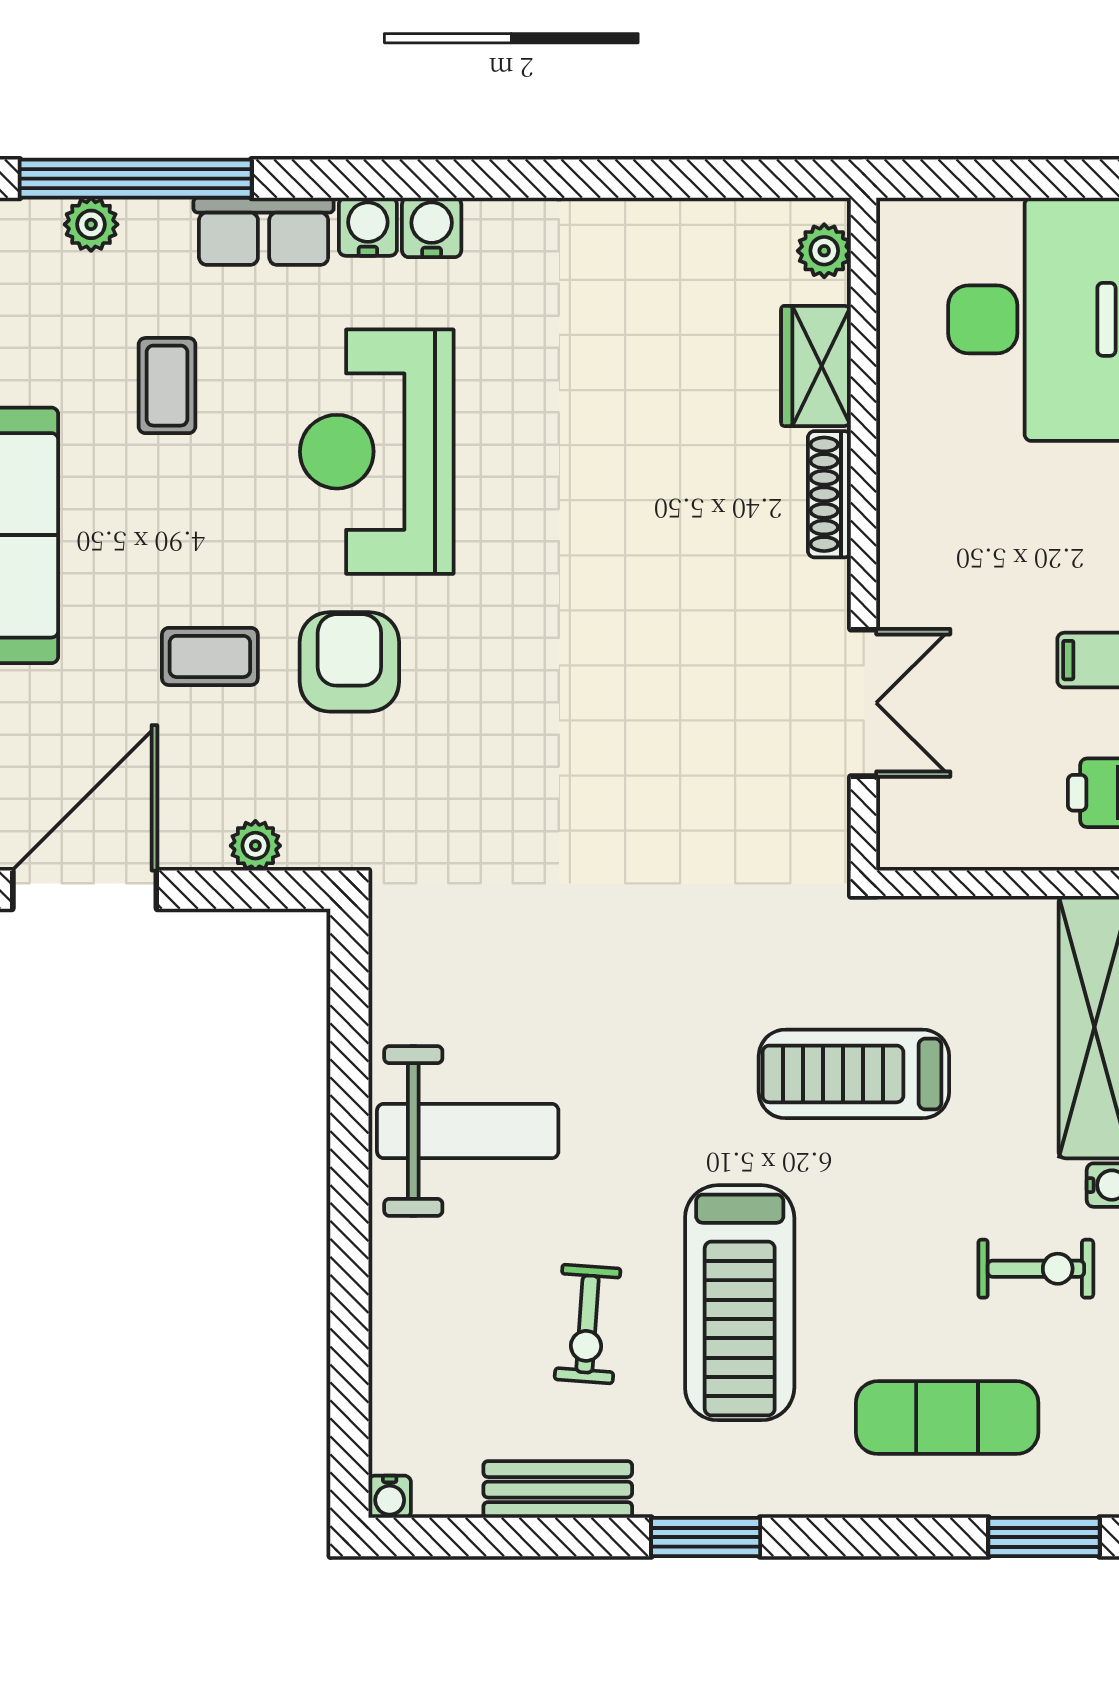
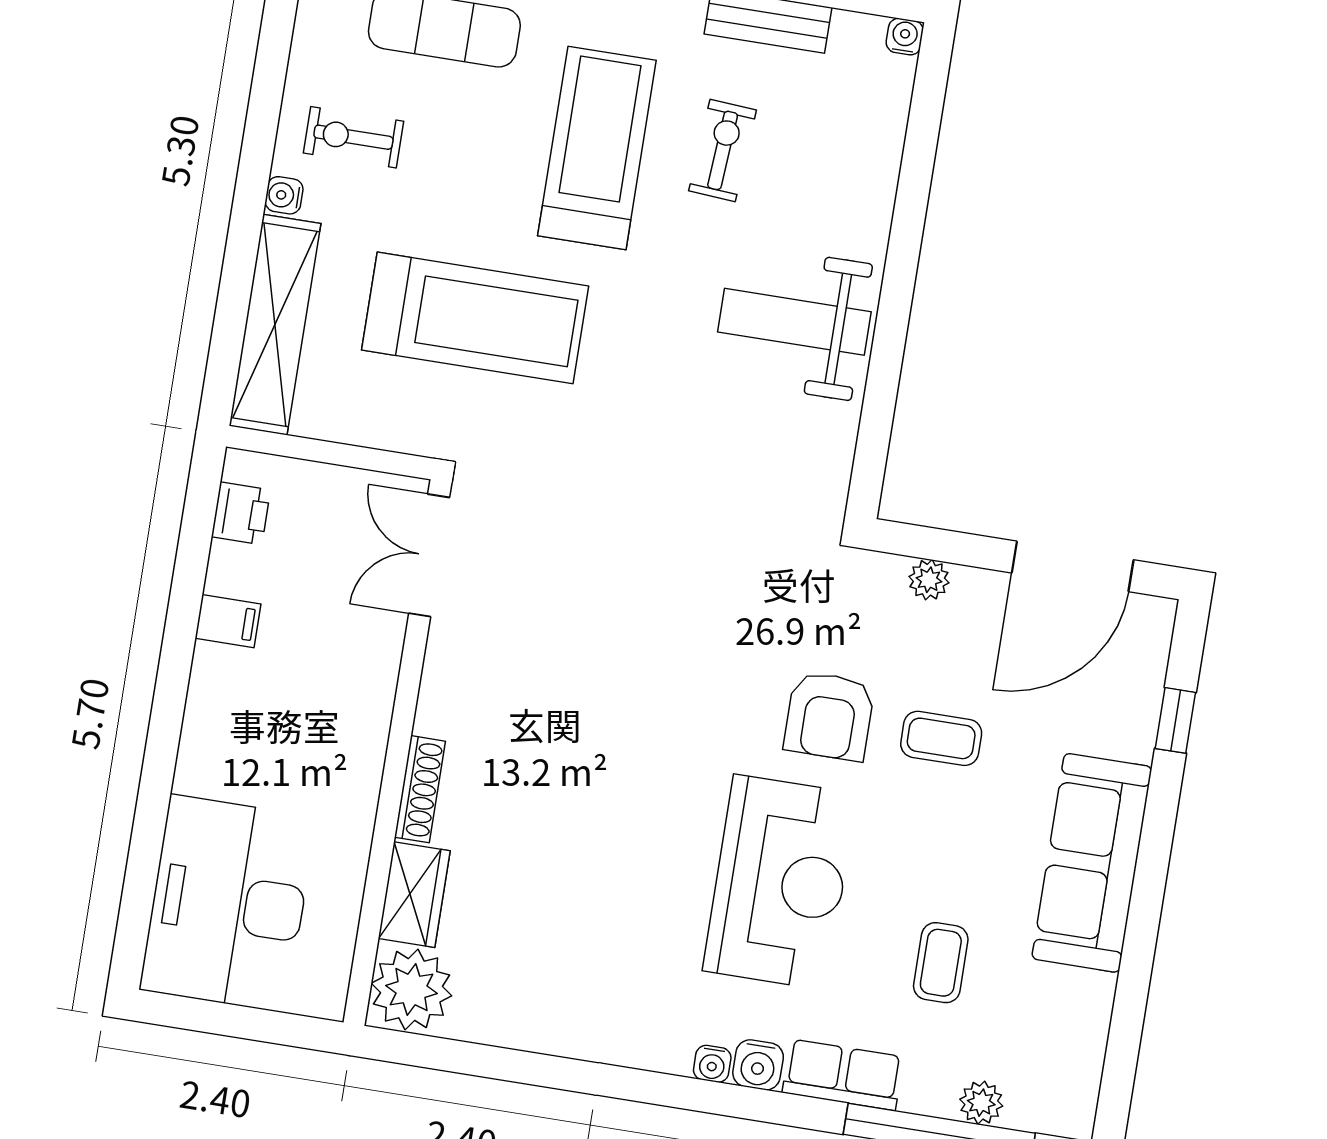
water cooler: (432, 227) -> (712, 1064), width x0.72, depth x0.72
plant: (824, 251) -> (412, 990), width x1.88, depth x1.88
double door: (864, 703) -> (429, 555), moved
treadmill: (854, 1074) -> (475, 318), width x1.37, depth x1.38

